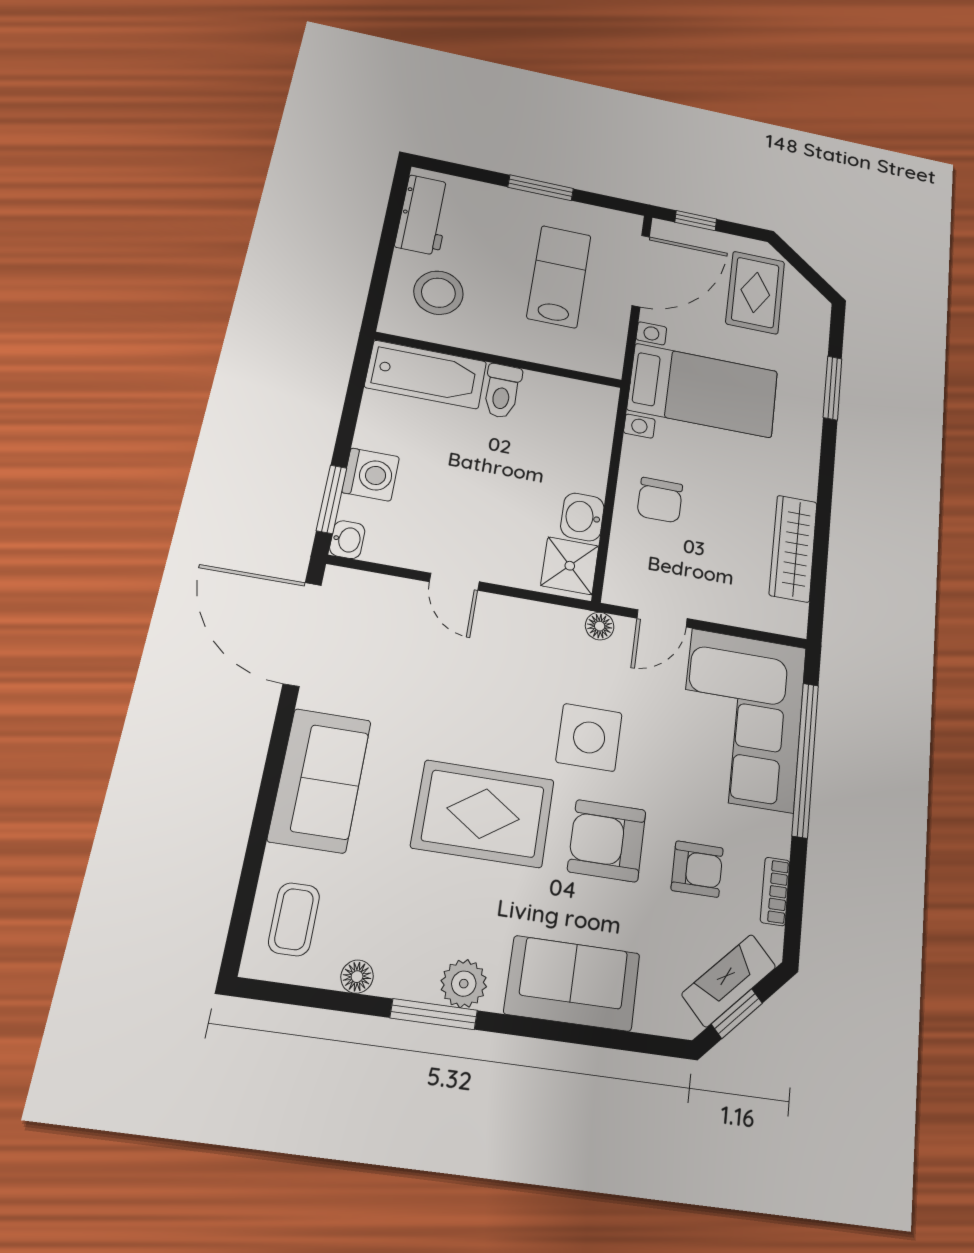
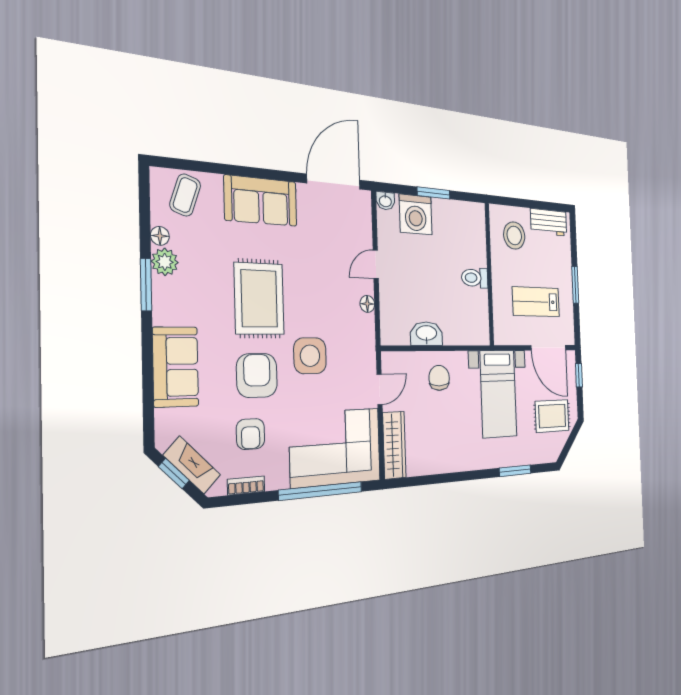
lab bench: (559, 276) -> (536, 302), turned 180
bathtub: (426, 374) -> (474, 234), removed
washing machine: (371, 475) -> (416, 214), width x1.37, depth x1.37
window: (332, 499) -> (434, 193), moved
chair: (660, 500) -> (439, 378), turned 90
washbasin: (582, 517) -> (426, 334), width x1.38
wardrobe: (793, 548) -> (394, 445), moved, turned 90
shower: (570, 566) -> (396, 330), removed
door: (662, 618) -> (380, 389), swing flipped
floor lamp: (600, 626) -> (367, 304), moved
coffee table: (294, 919) -> (185, 195), turned -71
plant: (464, 984) -> (165, 262), moved

